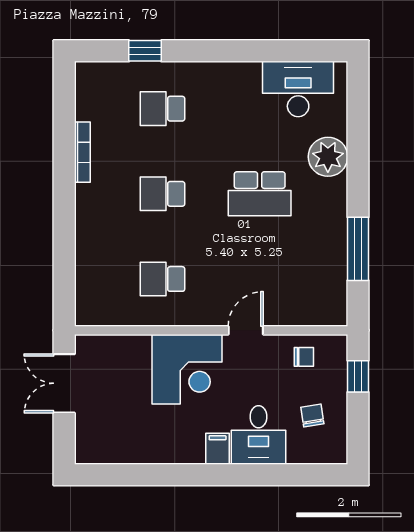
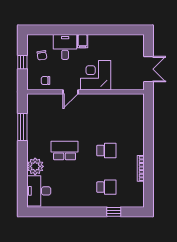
desk: (298, 89) -> (39, 191), moved, turned 90
school desk: (162, 279) -> (106, 114), removed
window: (358, 376) -> (22, 62), moved

